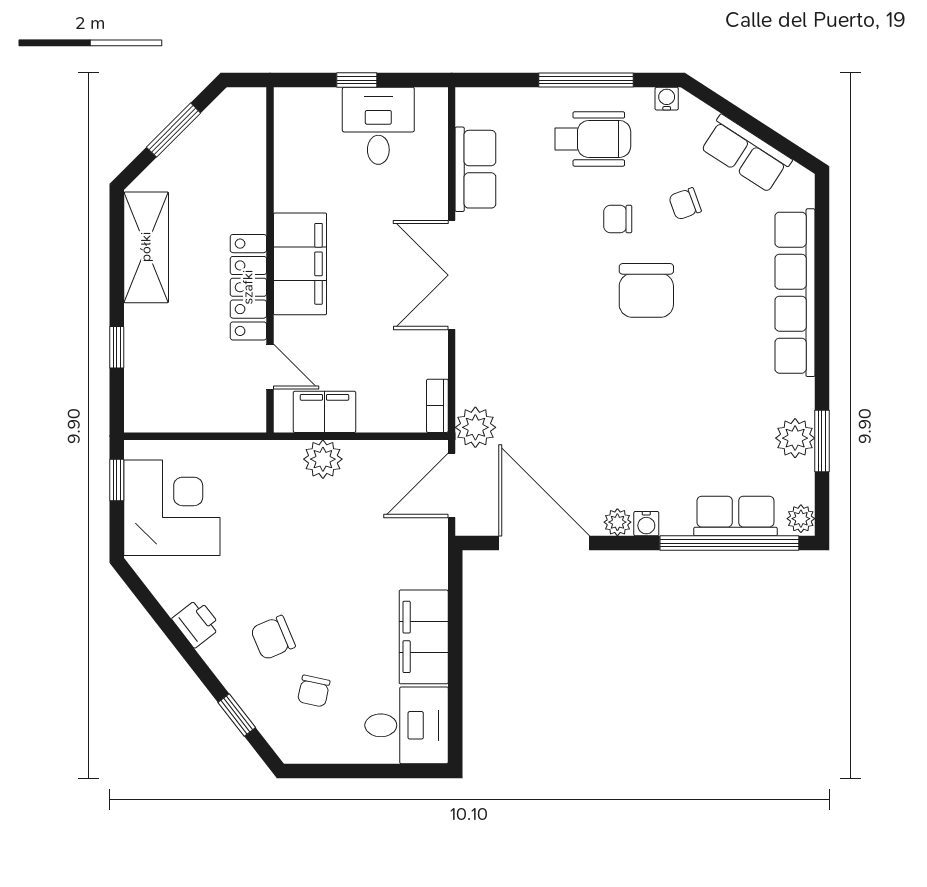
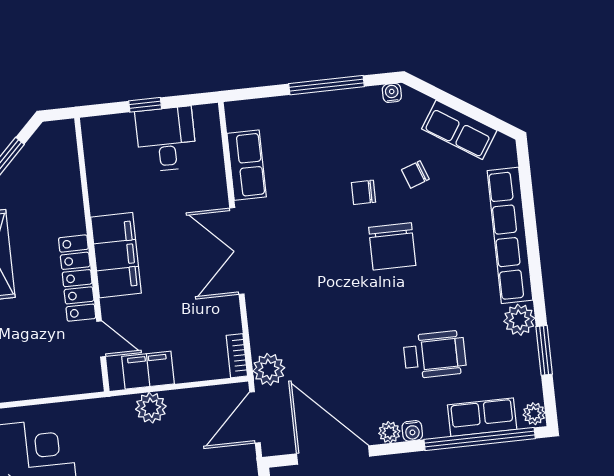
wheelchair: (593, 139) -> (435, 355), moved
plant: (795, 438) -> (519, 320), moved

